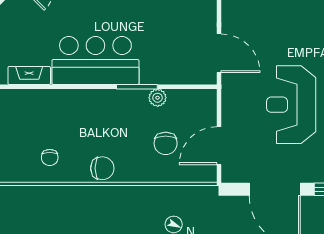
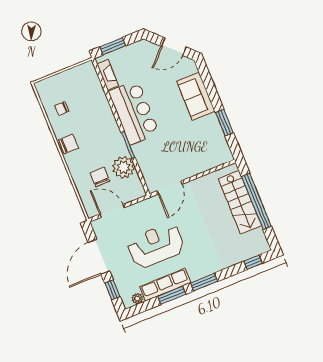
plant: (158, 98) -> (123, 167), width x1.88, depth x1.88
chair: (166, 143) -> (100, 177), turned 90
chair: (102, 168) -> (68, 144), turned -90

